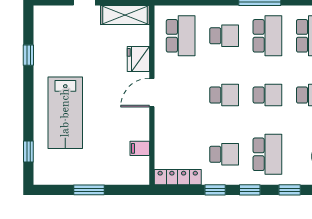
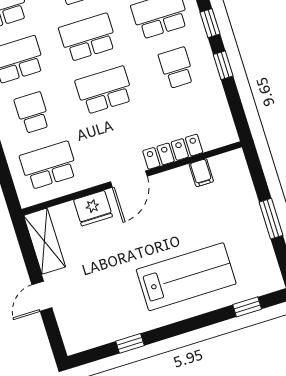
door: (152, 93) -> (129, 179), hinge flipped
school desk: (224, 95) -> (104, 90), width x1.85
school desk: (267, 95) -> (88, 37), width x1.85
locker: (178, 177) -> (173, 152), moved, turned 90

